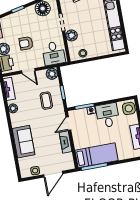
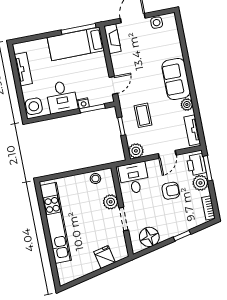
door: (28, 71) -> (167, 154), swing flipped
sofa: (23, 142) -> (176, 79), moved
fireplace: (66, 142) -> (113, 39), moved

